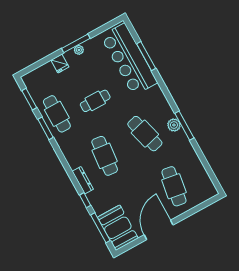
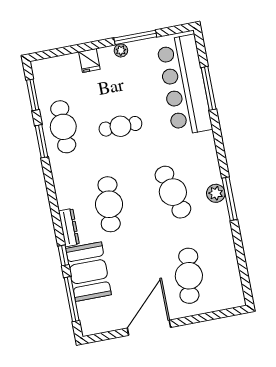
window: (76, 43) -> (135, 37), moved
booth: (118, 228) -> (88, 272), moved

